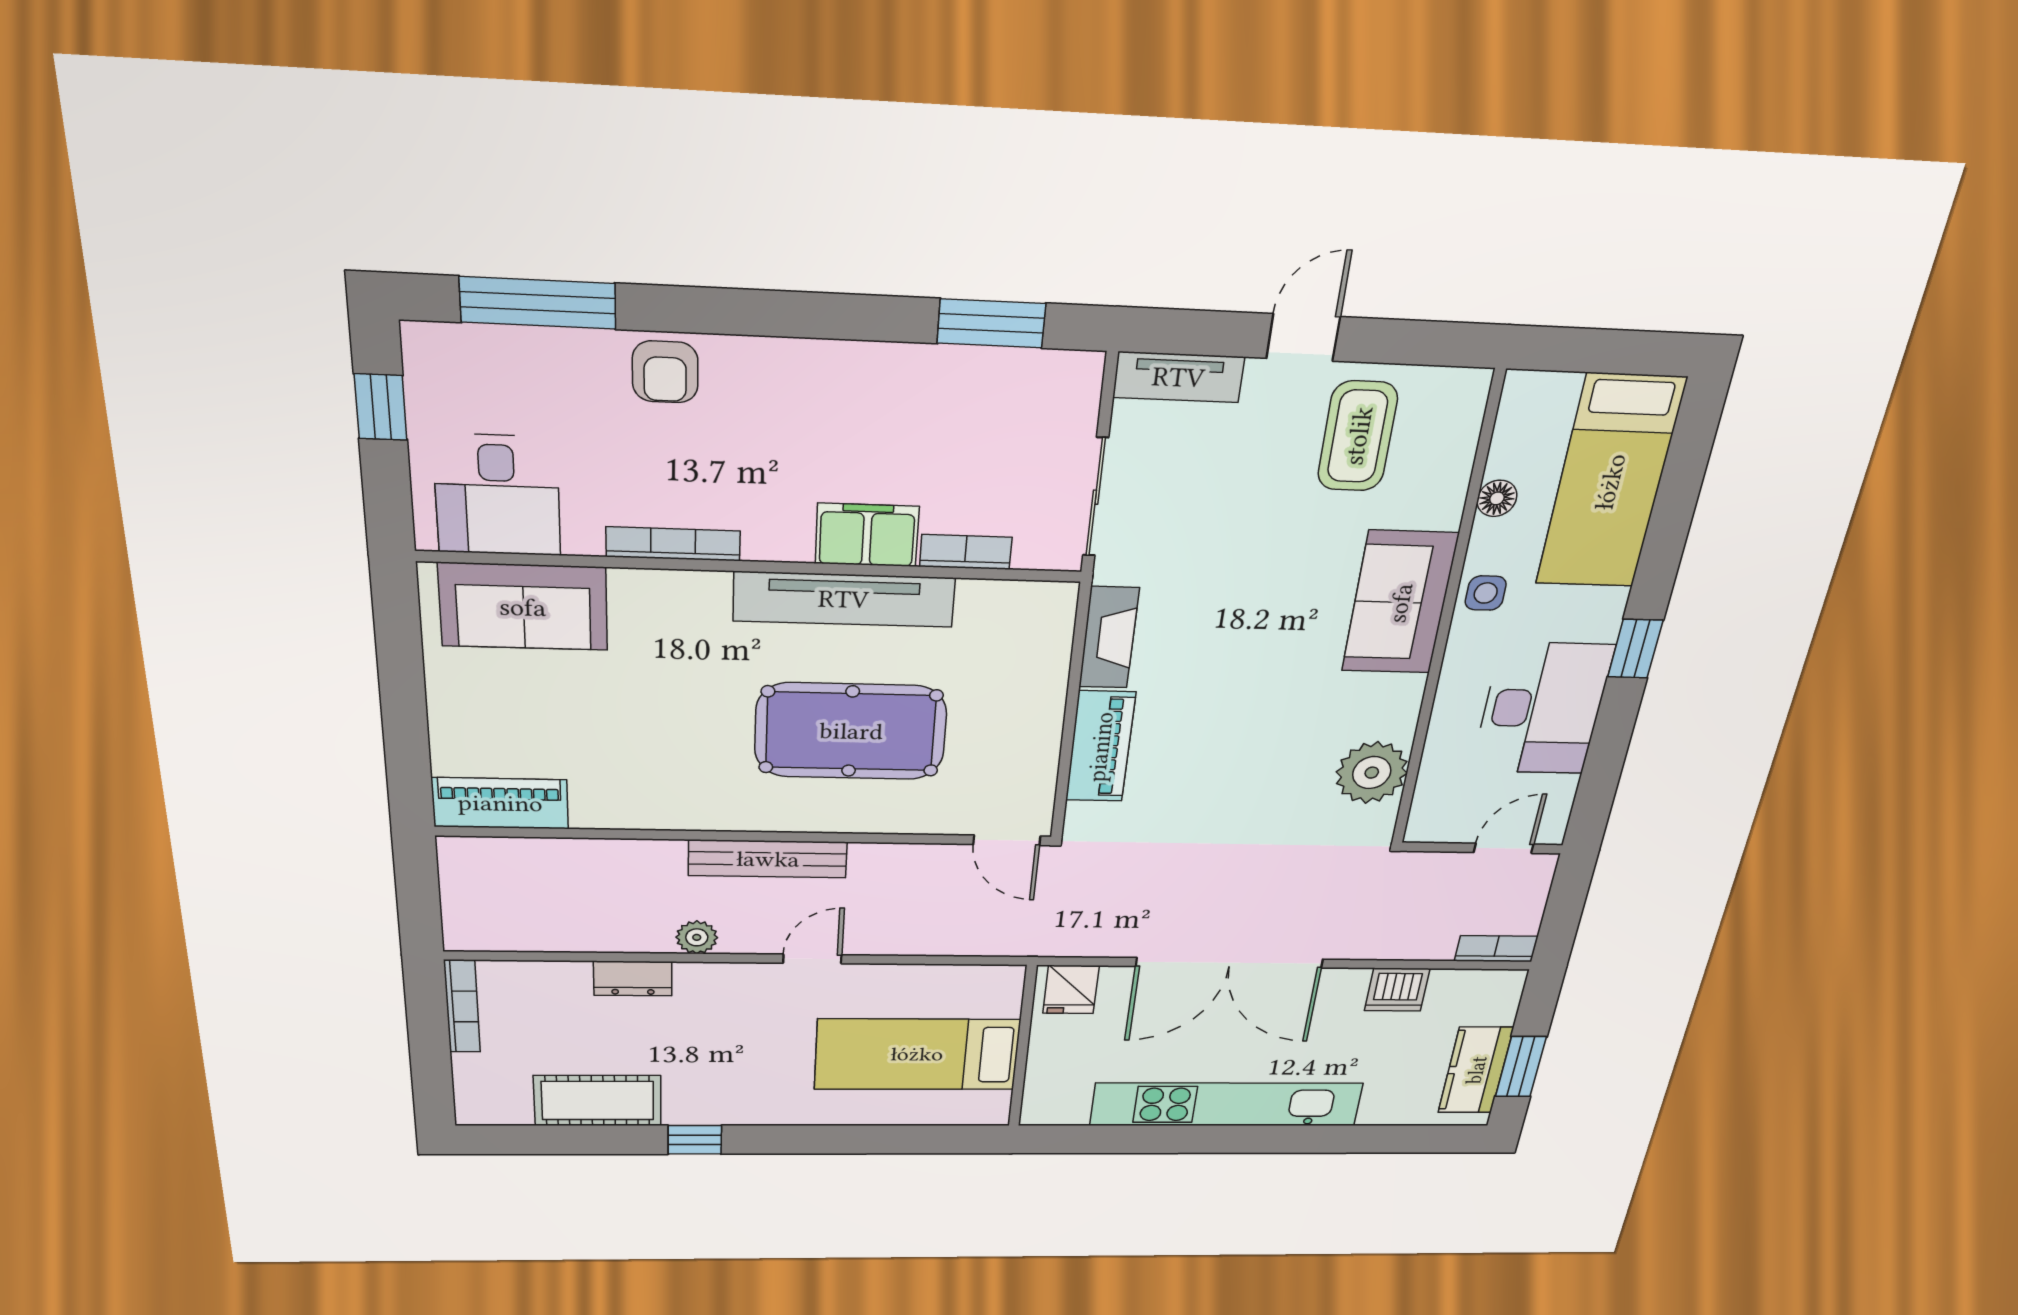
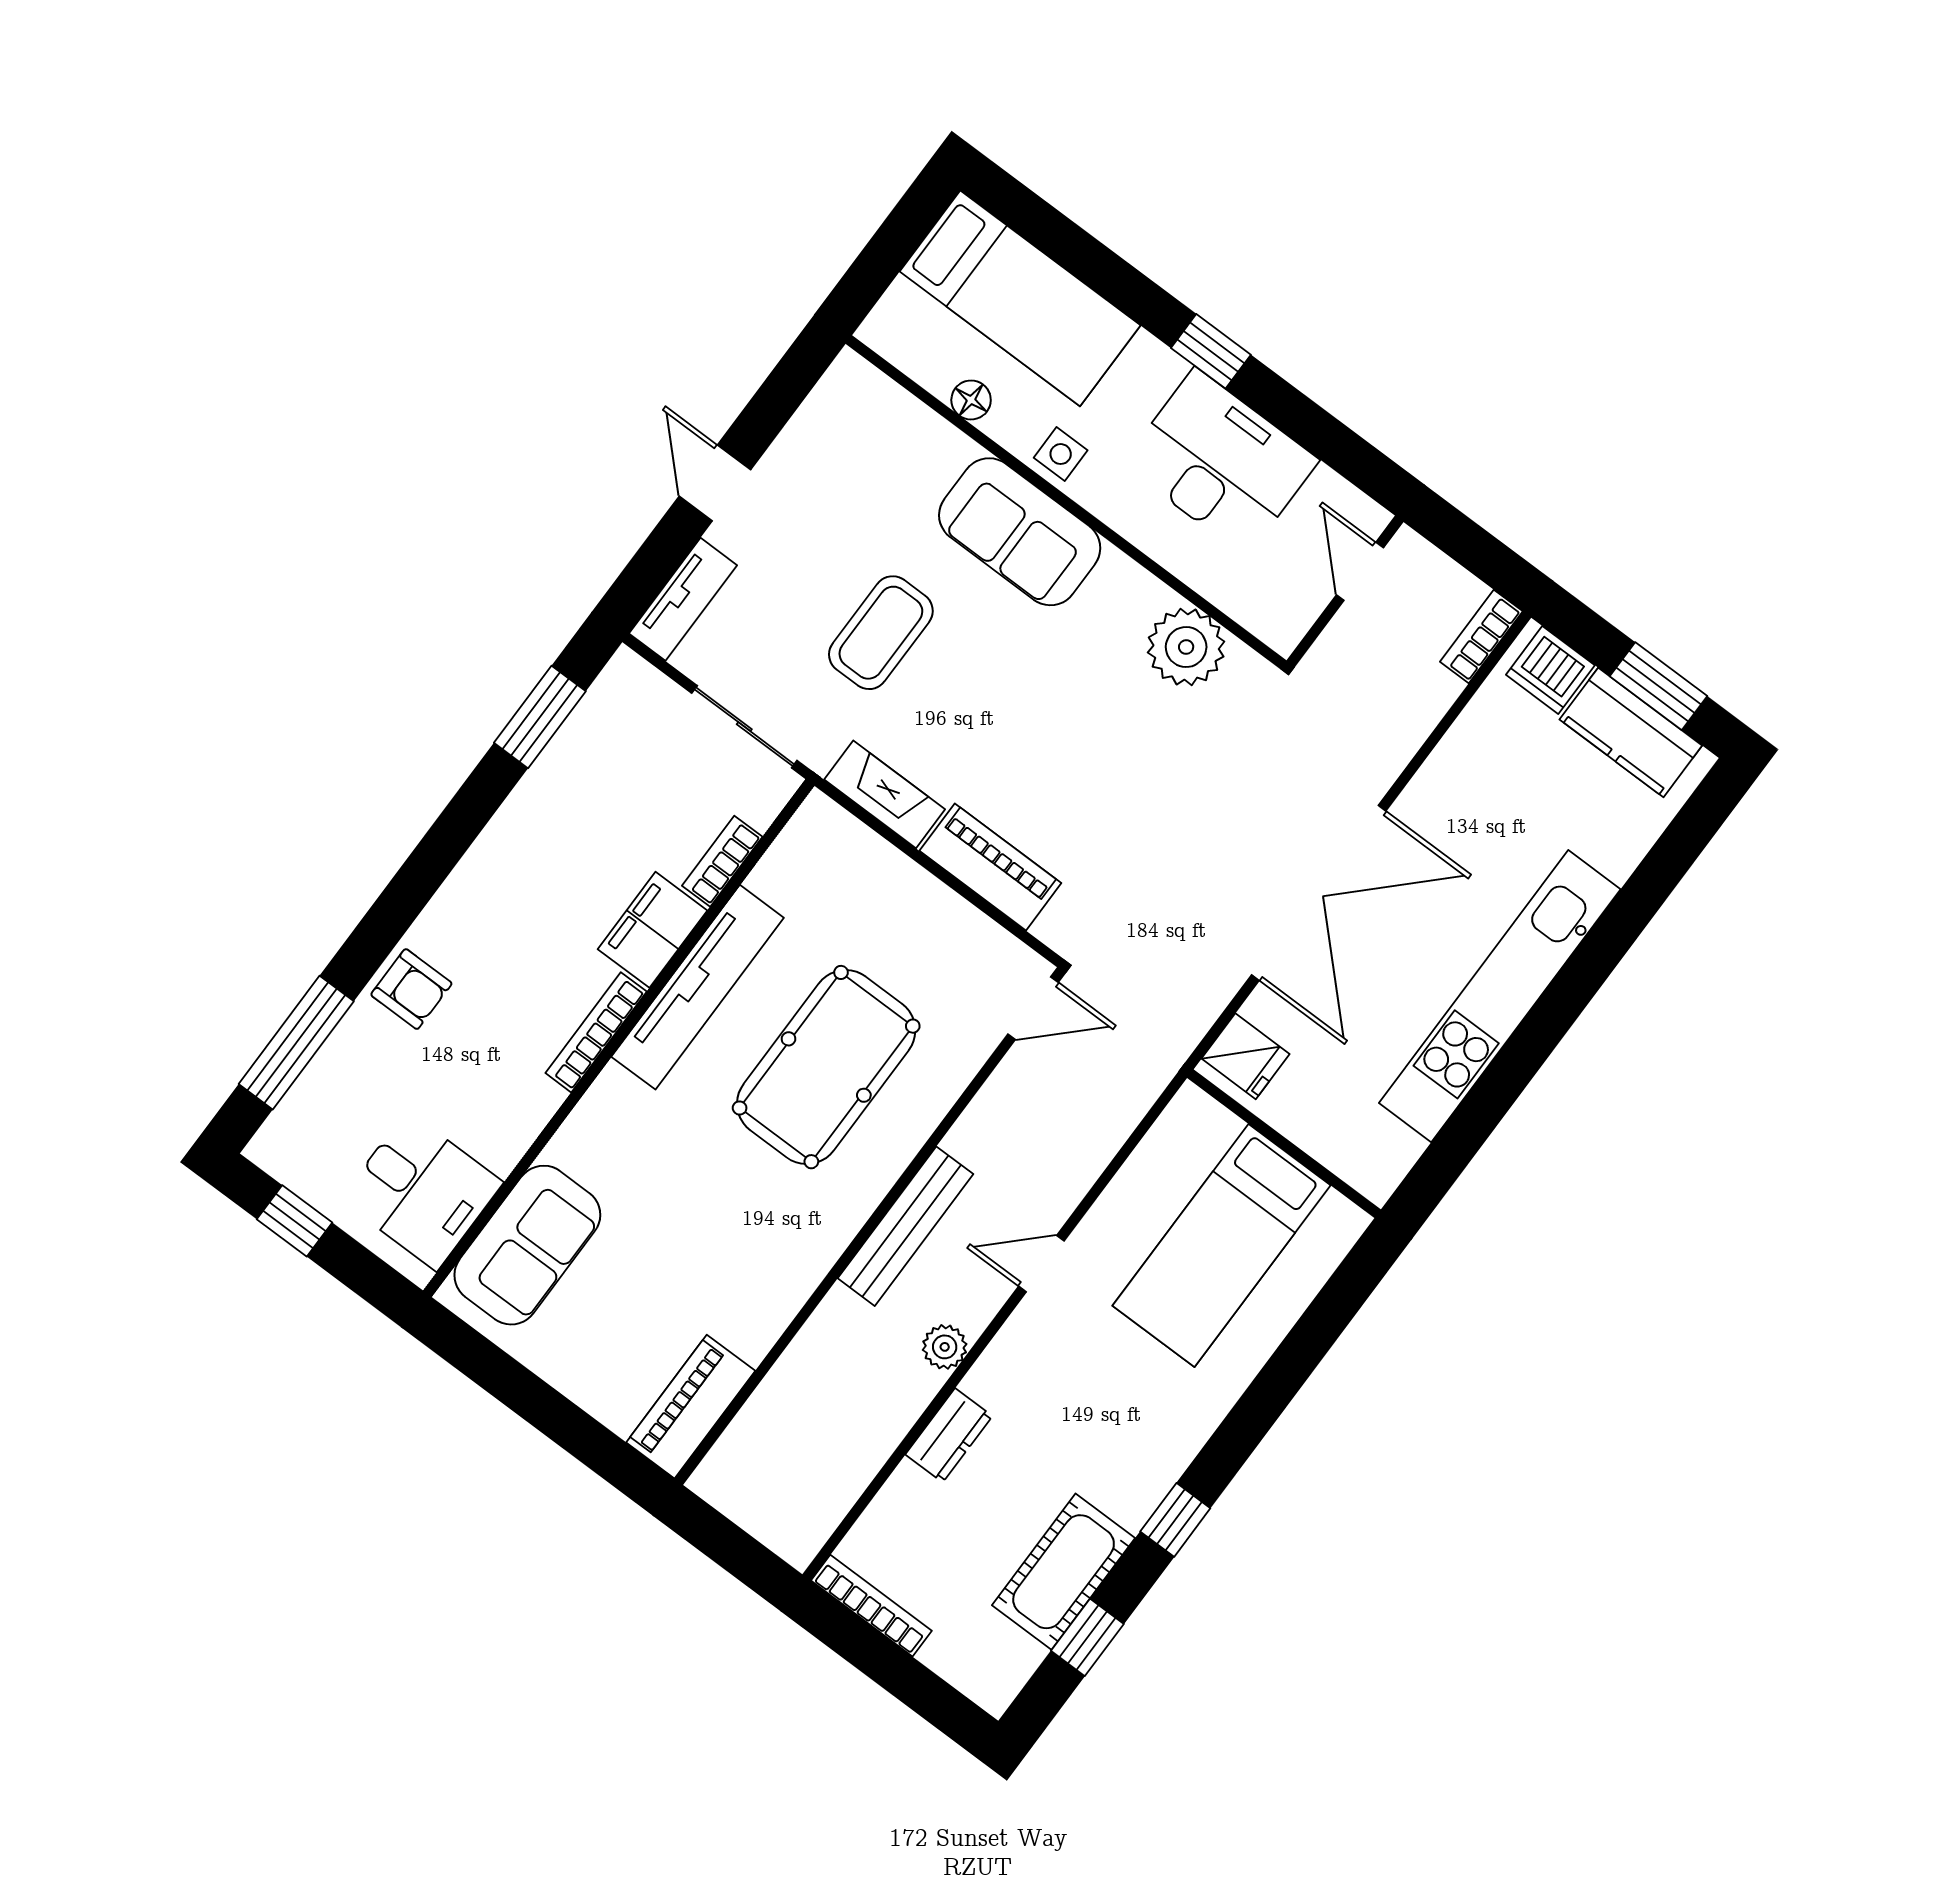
coffee table: (1358, 436) -> (881, 633), moved, turned 90
bookcase: (673, 544) -> (596, 1032), moved
door: (812, 959) -> (1041, 1264), hinge flipped
dishwasher: (1397, 990) -> (1550, 670), moved, turned 90
window: (564, 1140) -> (1087, 1637), added

